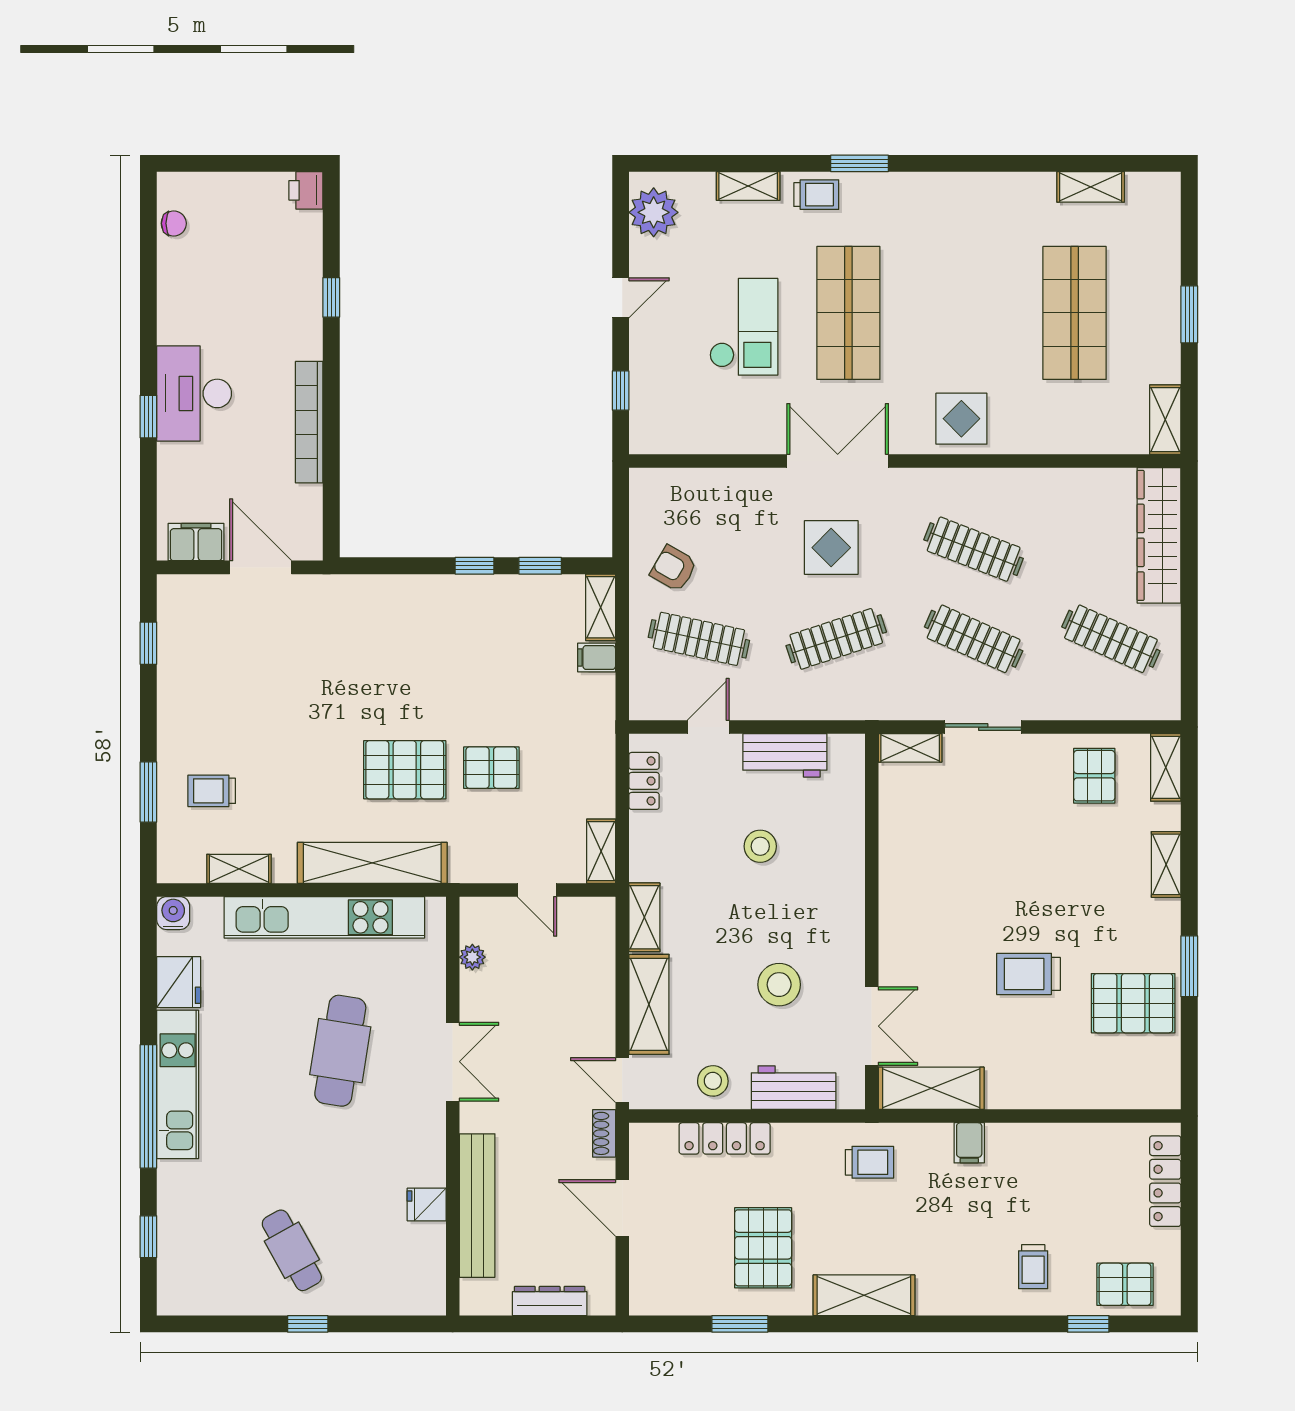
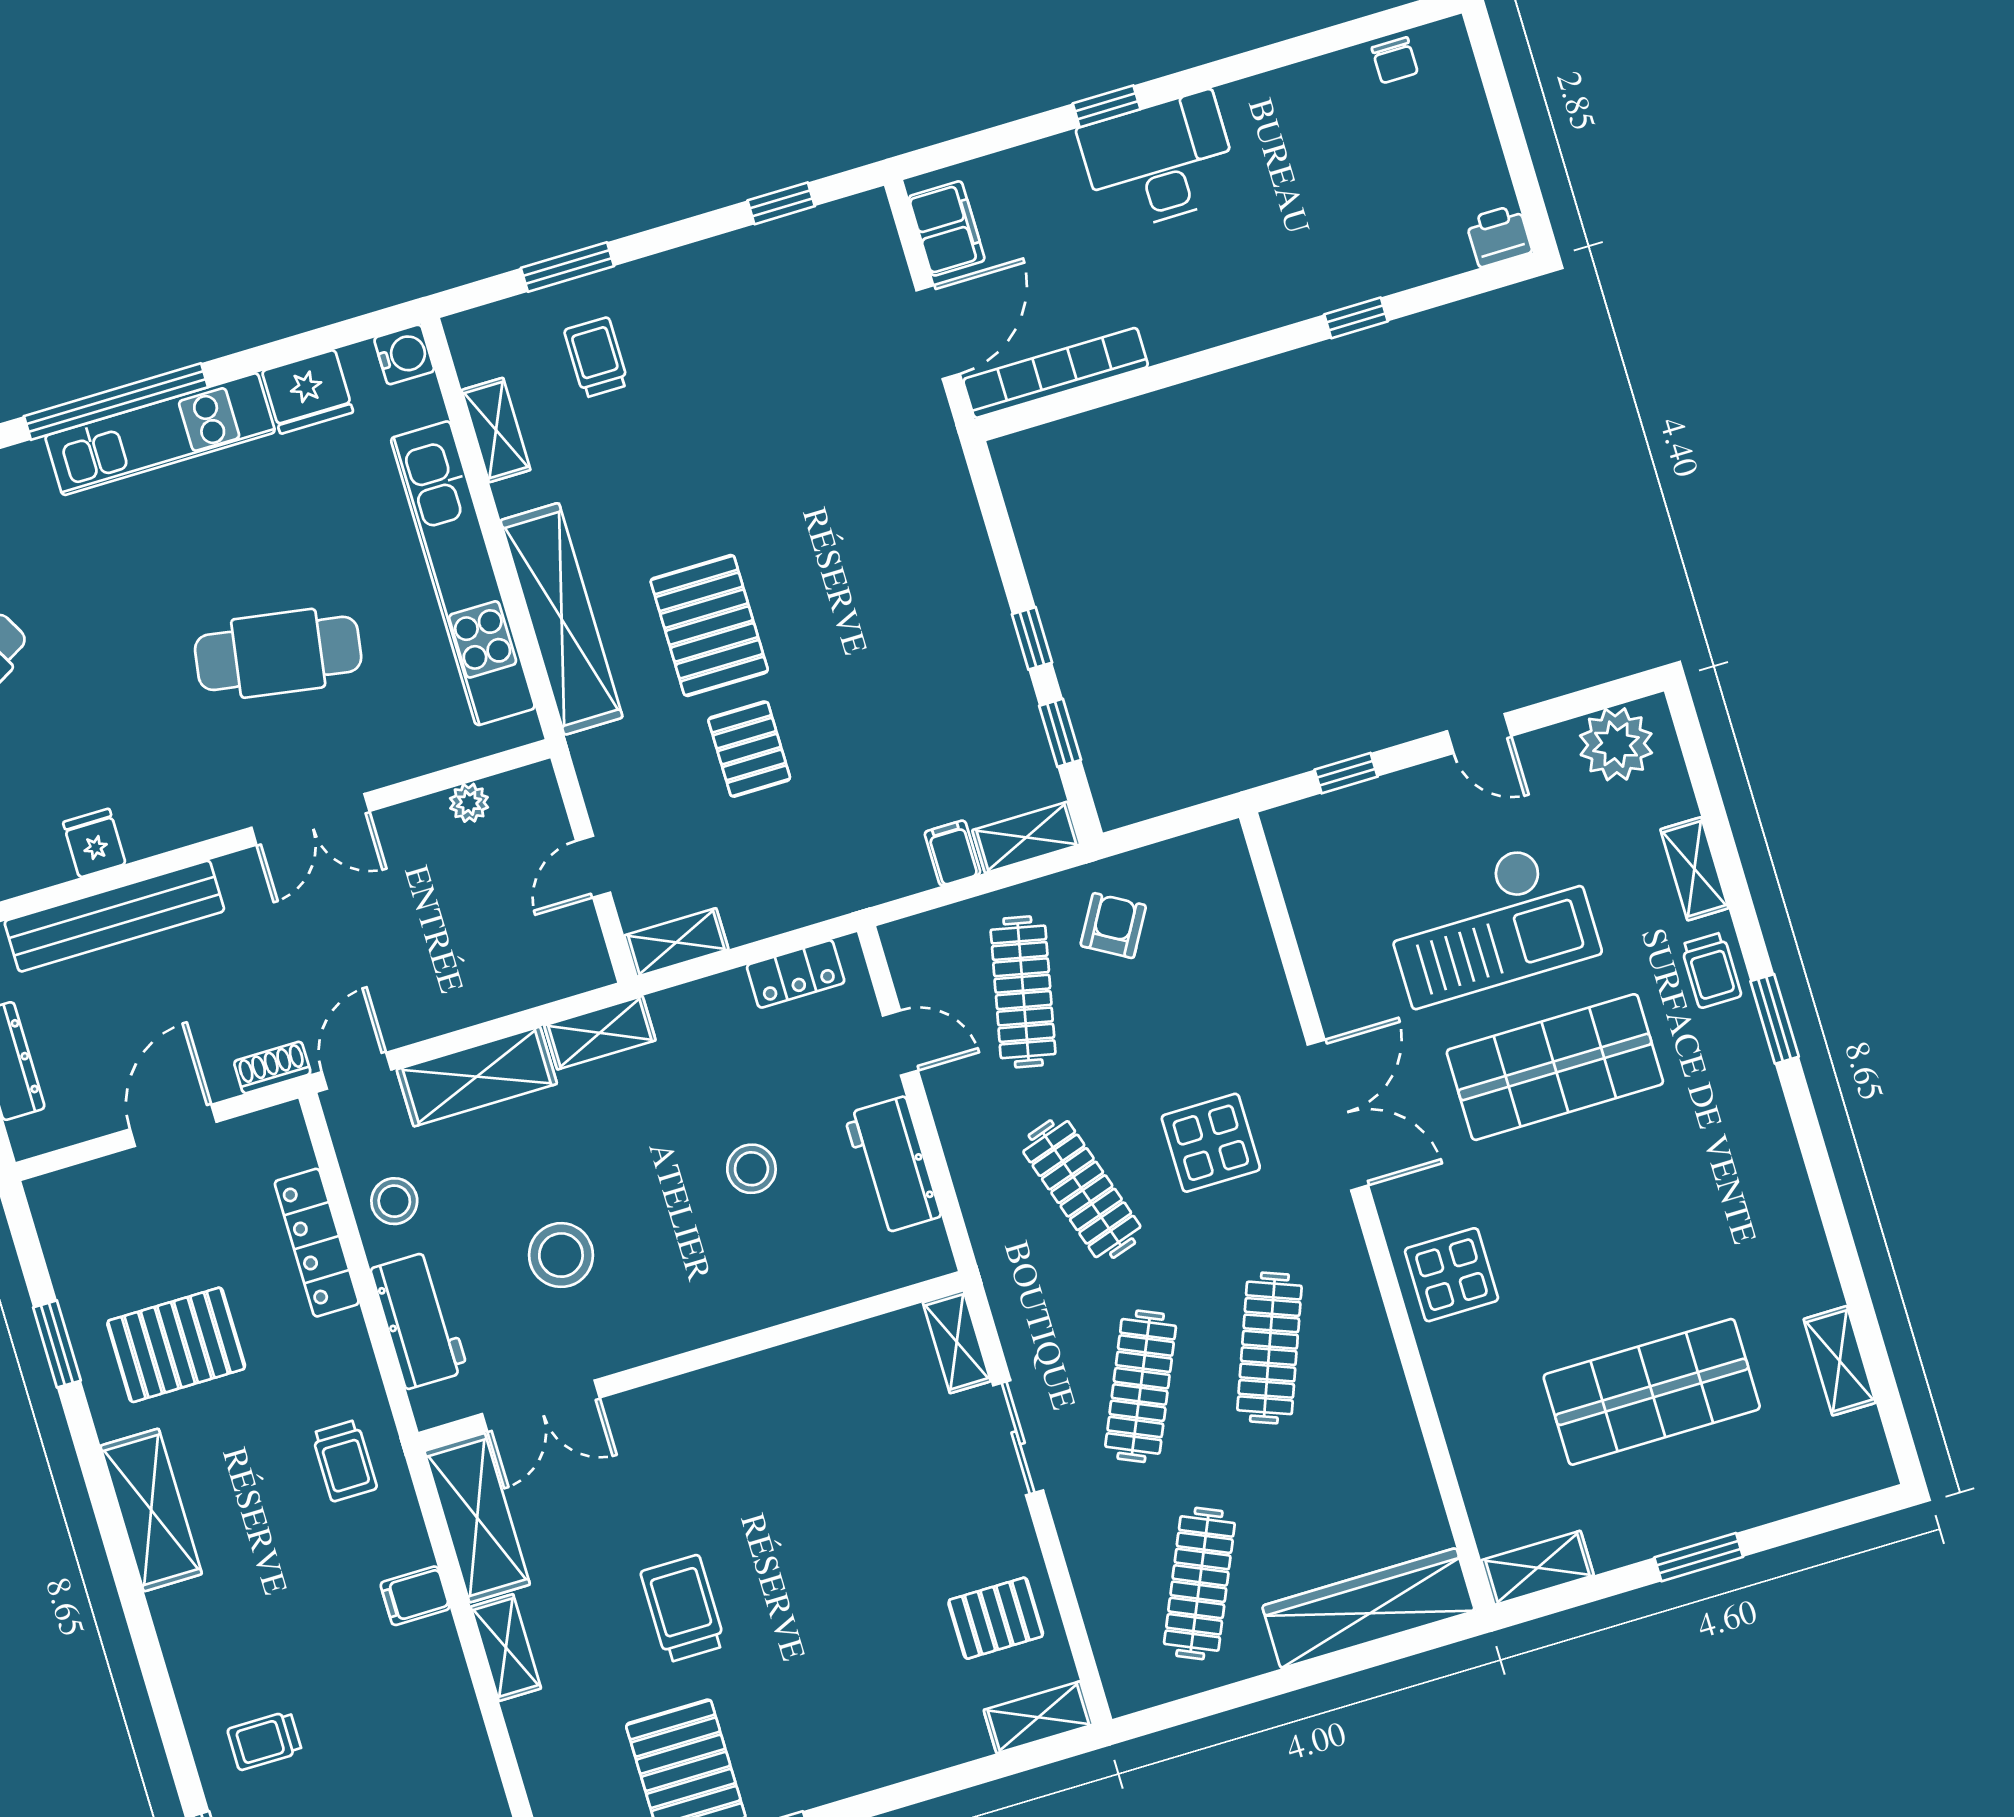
checkout: (744, 327) -> (1490, 923), width x1.36, depth x1.21
bookcase: (309, 422) -> (1056, 373), moved
shelving: (1166, 864) -> (506, 1648), moved, turned 90

